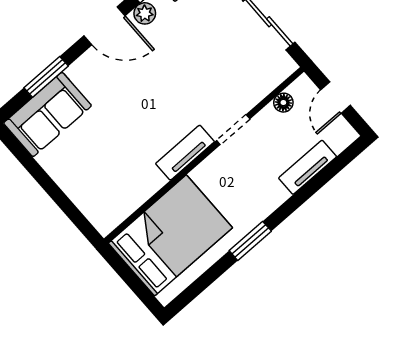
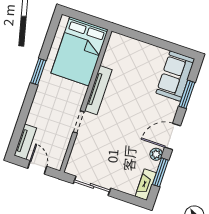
floor lamp: (283, 103) -> (62, 150), removed
tv unit: (185, 153) -> (98, 90), width x1.41
tv unit: (308, 167) -> (25, 142), moved

